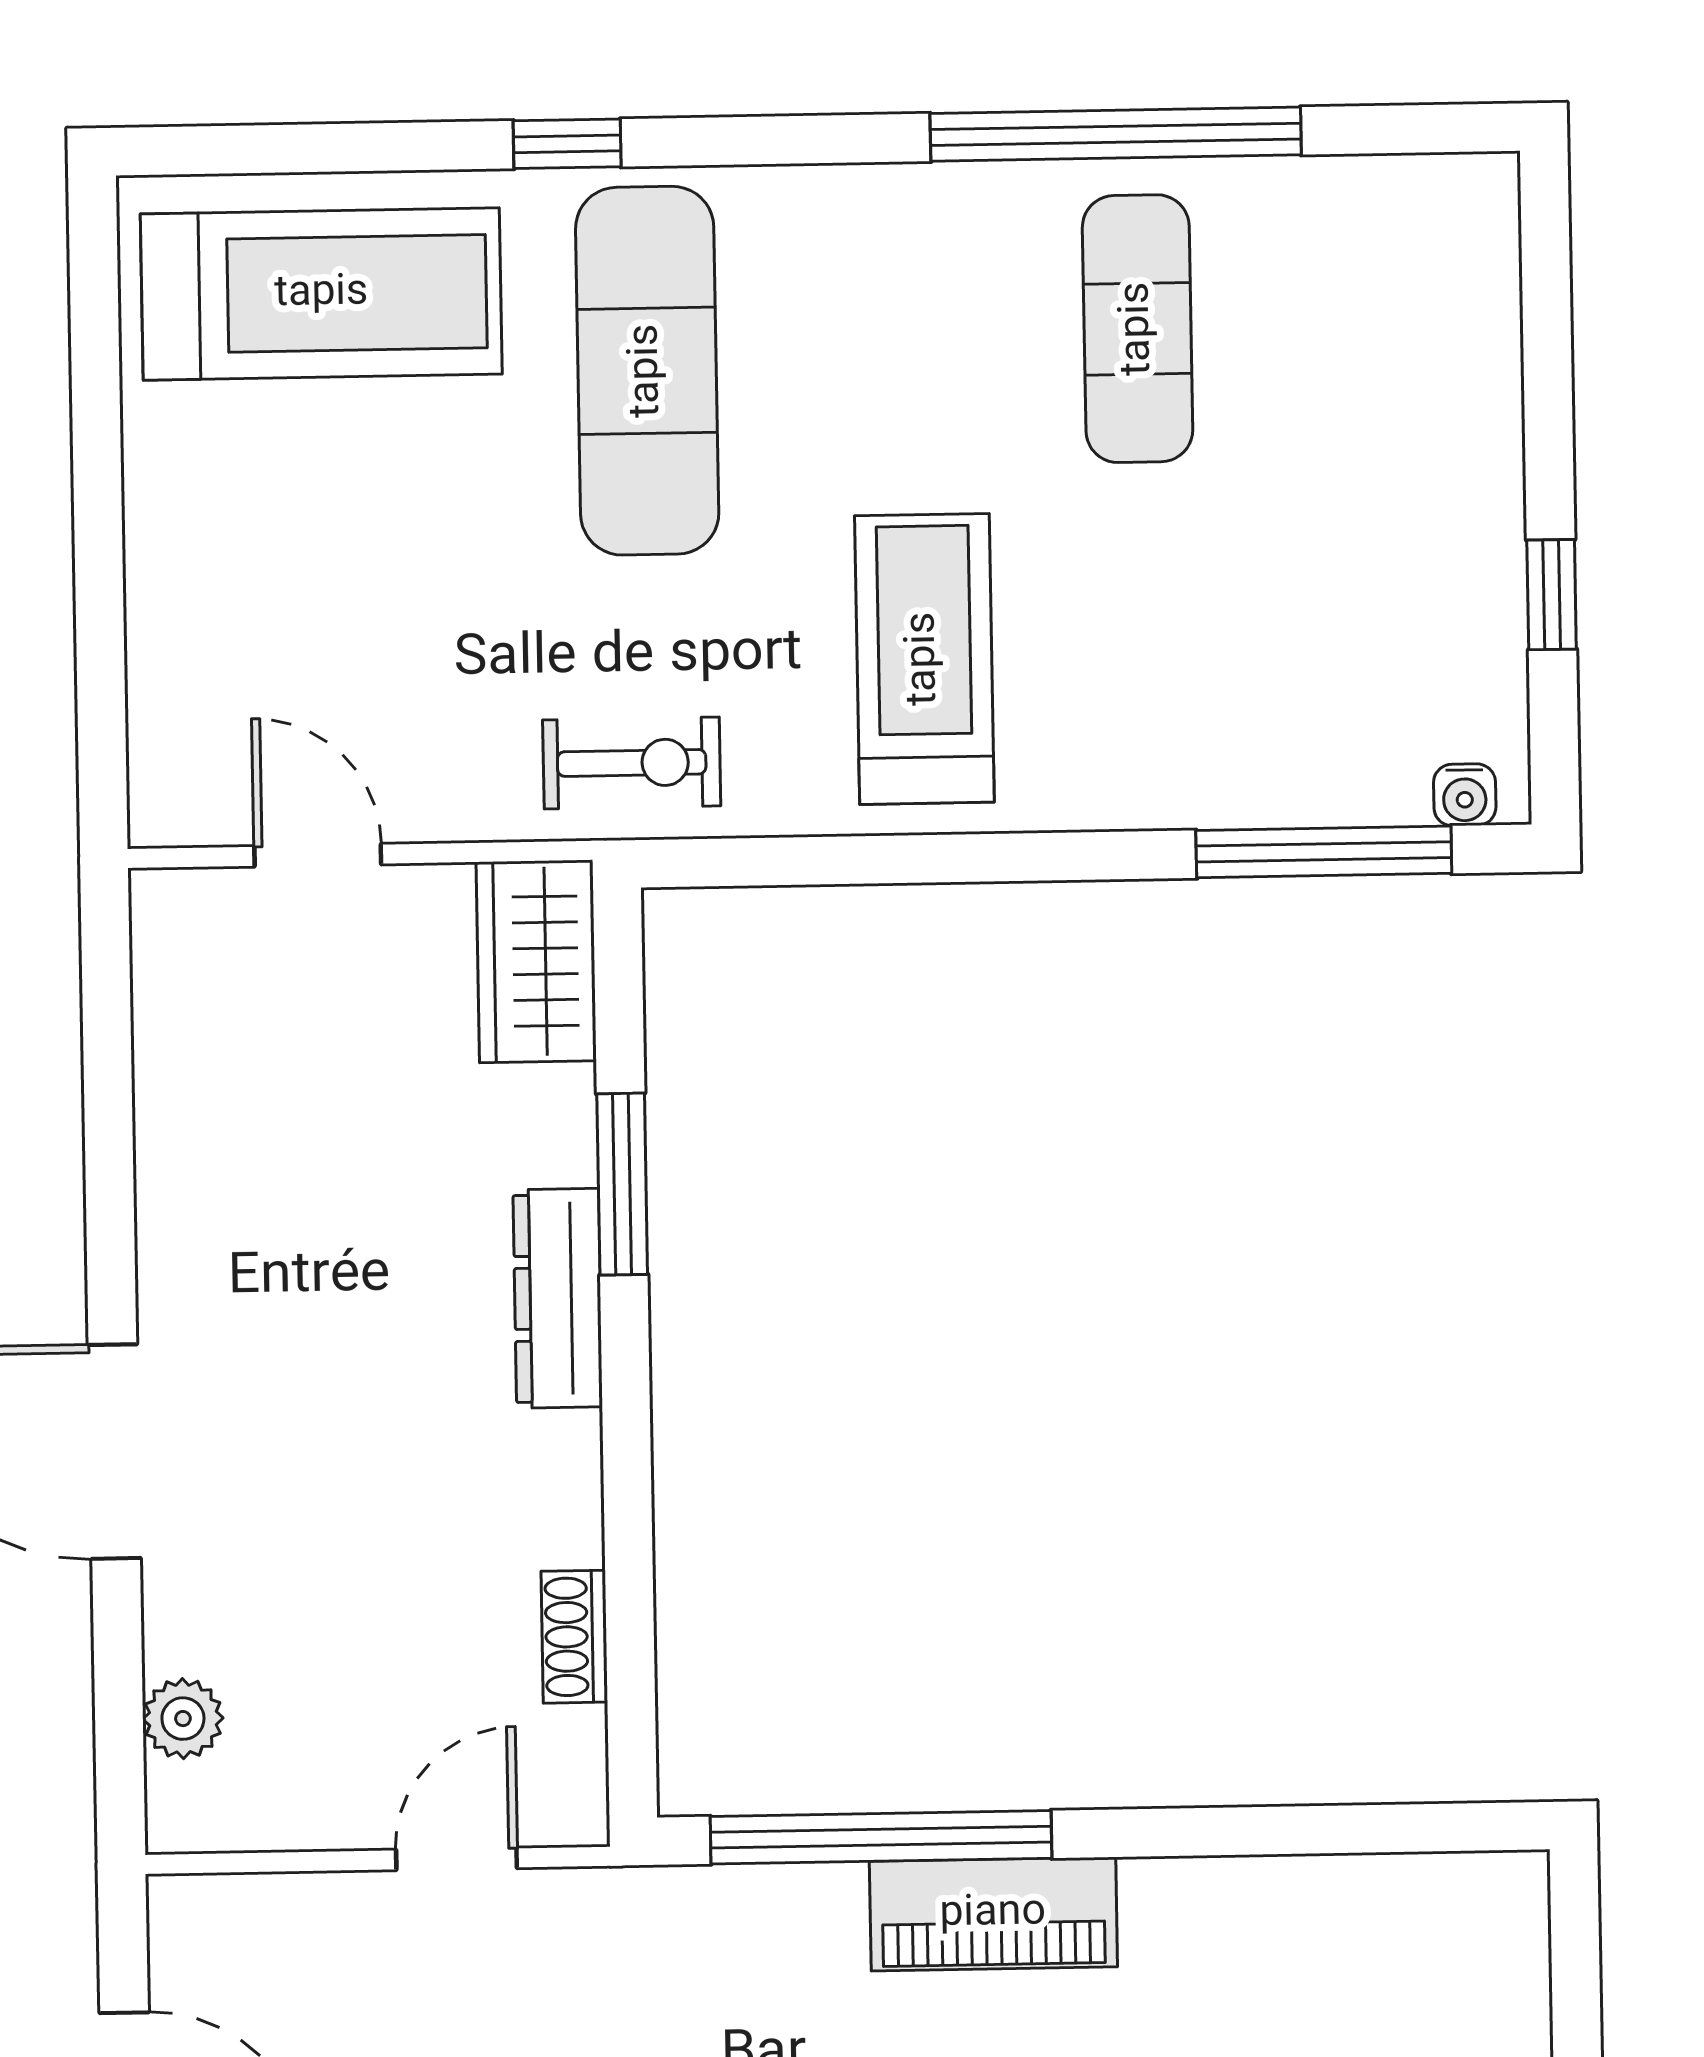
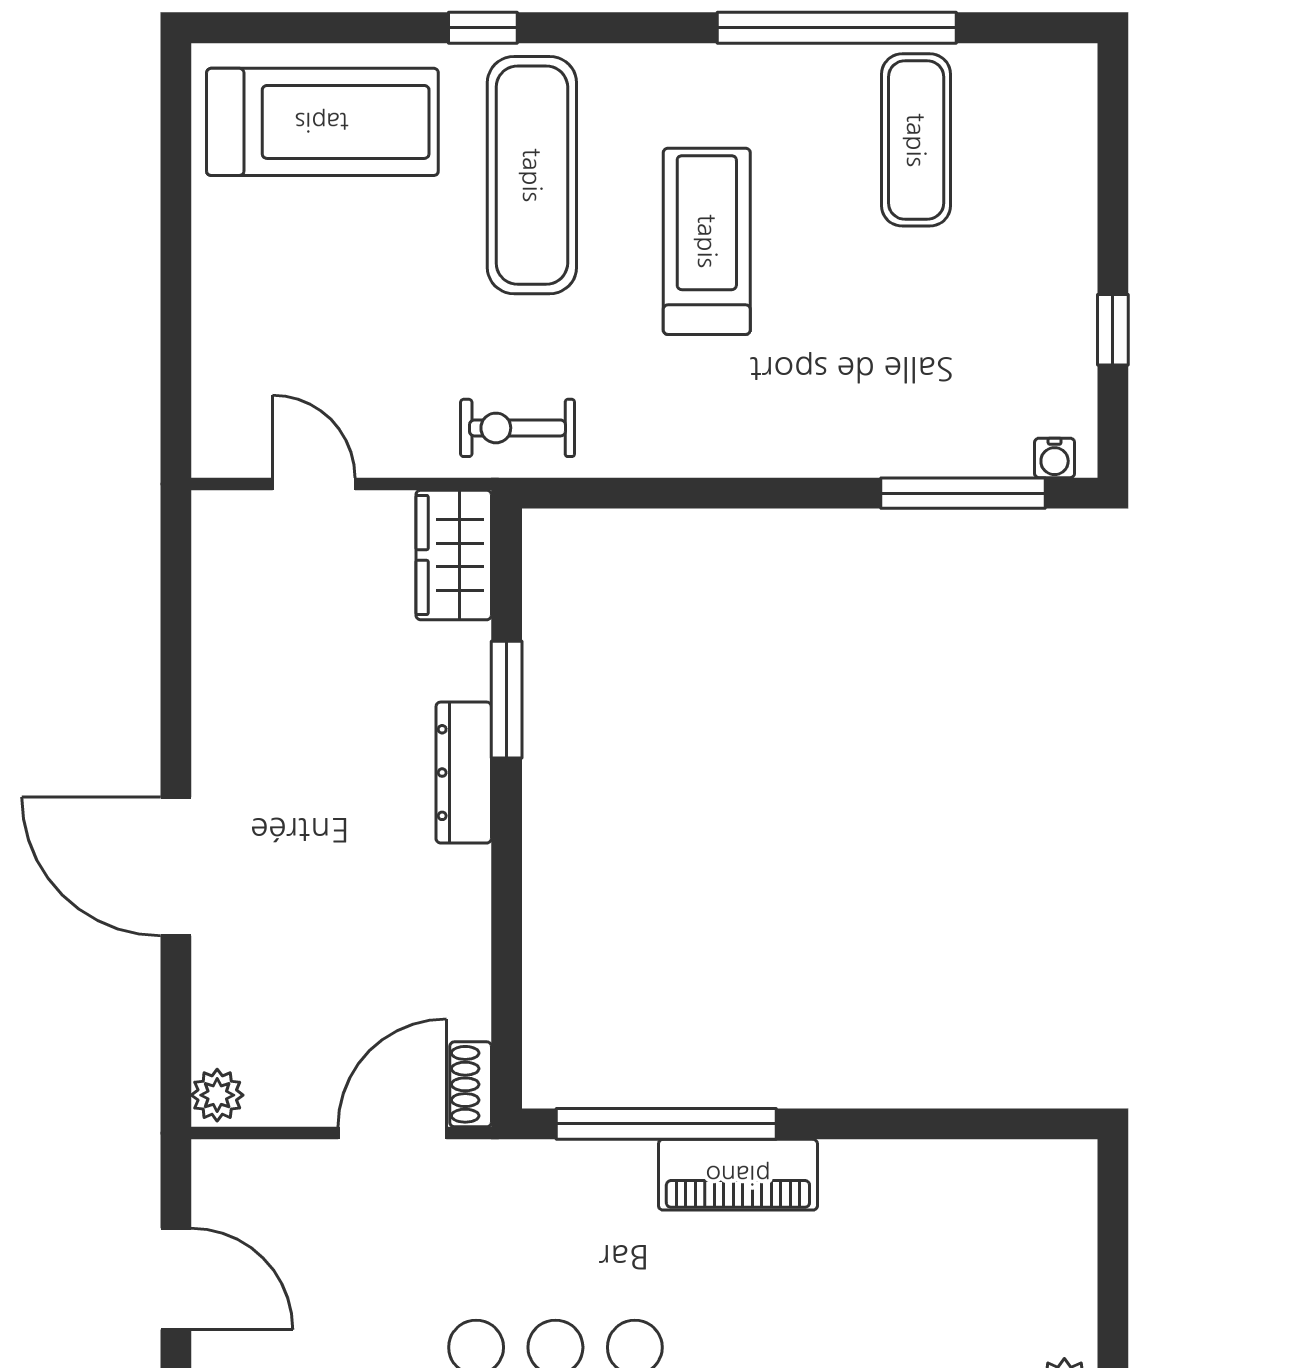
exercise mat: (1138, 329) -> (916, 140), moved
treadmill: (924, 659) -> (707, 241), moved
exercise bike: (632, 763) -> (517, 428), turned 180
shoe rack: (574, 1637) -> (471, 1084), moved
plant: (183, 1719) -> (217, 1095), moved
door: (457, 1859) -> (392, 1133), width x1.38

